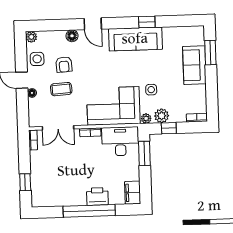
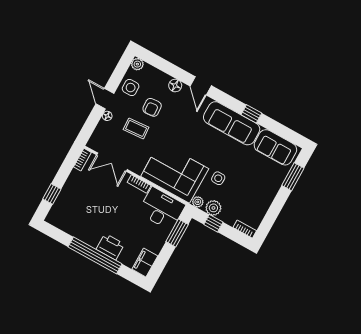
sofa: (194, 65) -> (275, 147), moved, turned -90

